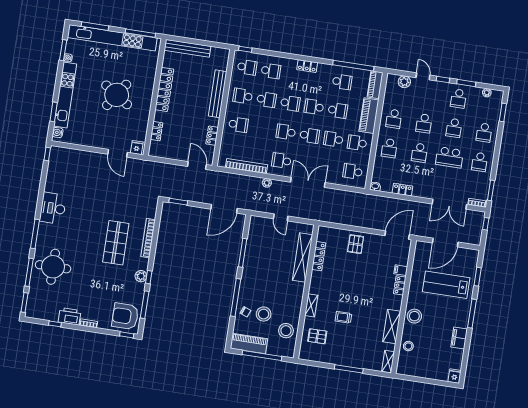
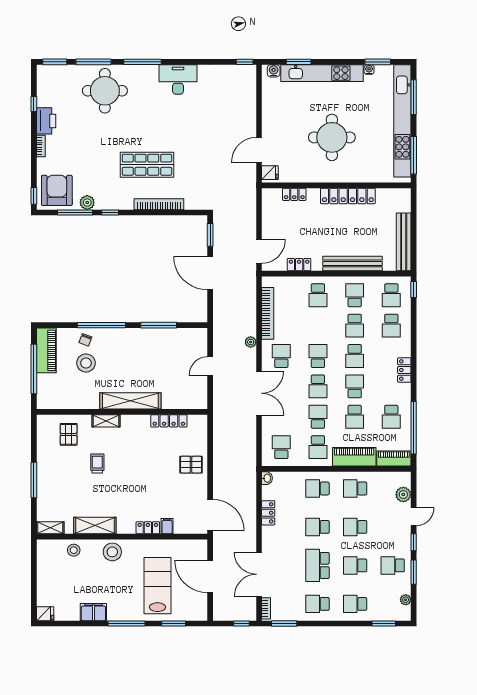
bench: (187, 48) -> (404, 242), moved
round table: (117, 95) -> (332, 137), turned -34
school desk: (357, 143) -> (318, 447), turned 180
door: (224, 209) -> (210, 273), moved
shelving: (303, 257) -> (130, 401), moved
plant: (141, 276) -> (87, 202), moved
stool: (286, 331) -> (70, 394), removed

